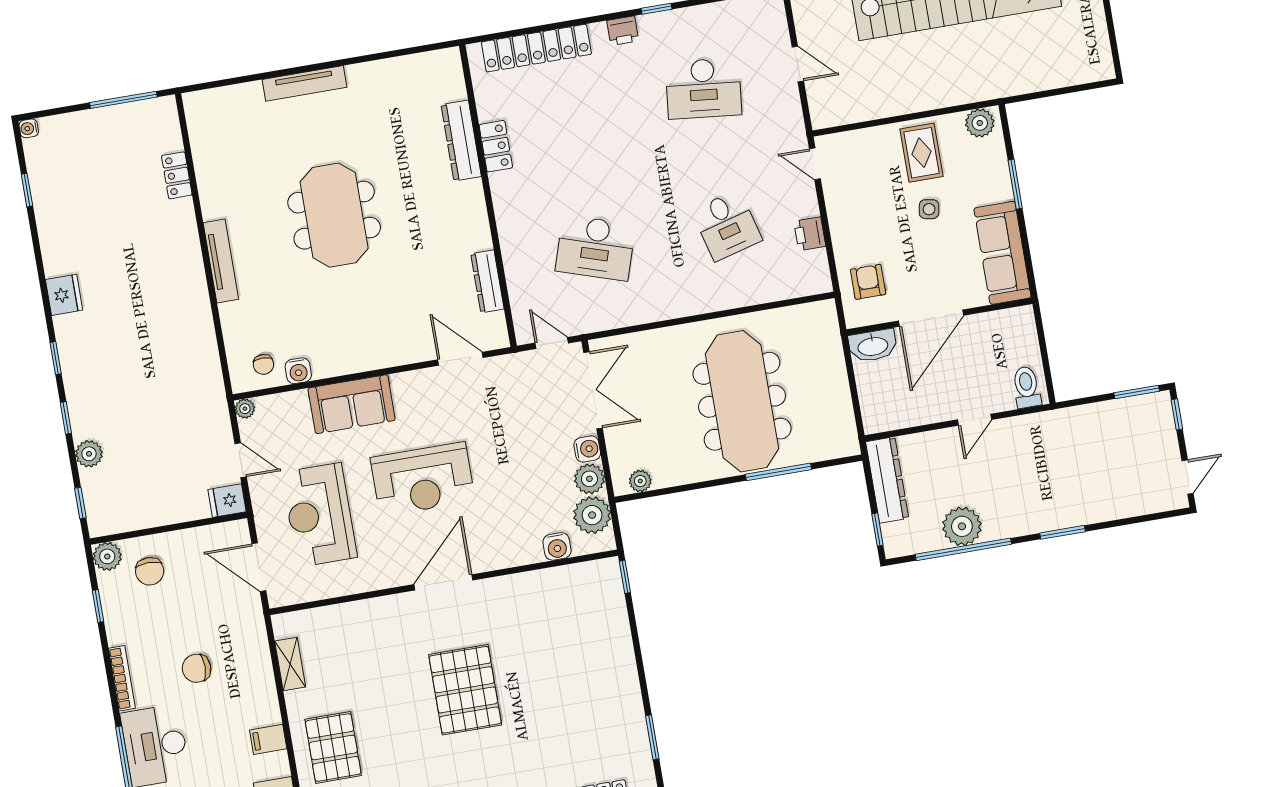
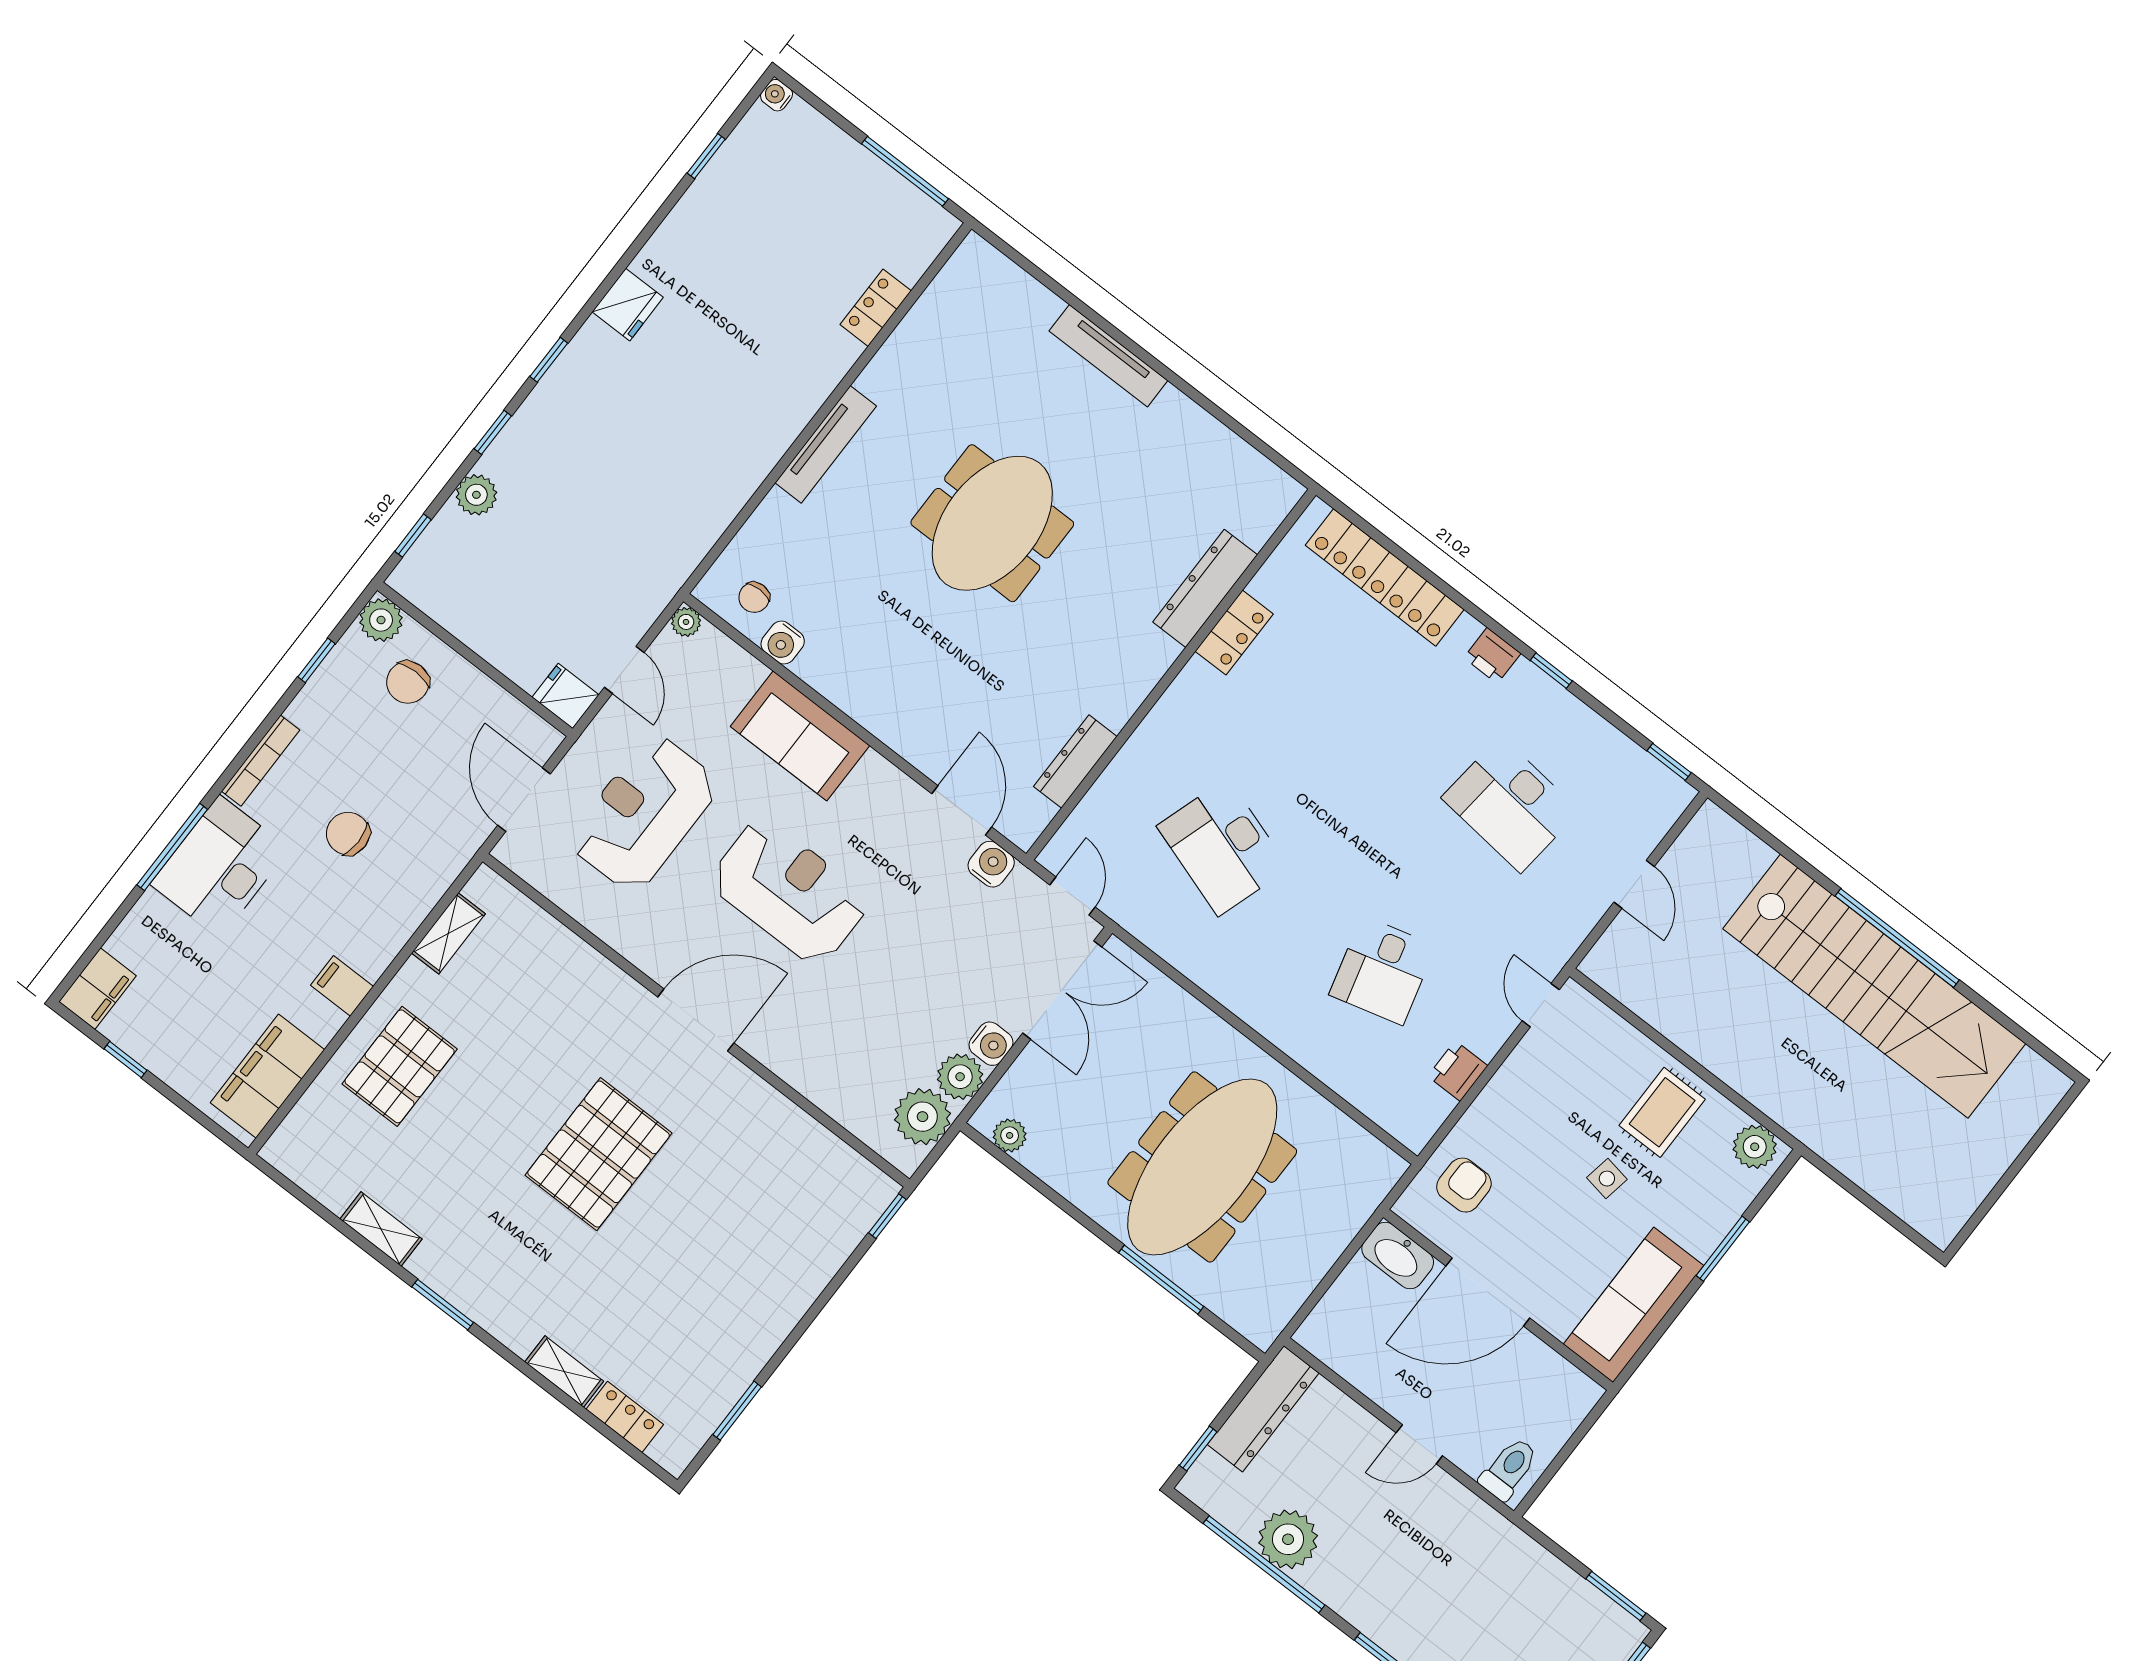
reception desk: (423, 479) -> (789, 891), turned 180
water cooler: (557, 546) -> (991, 864), moved, turned 180

